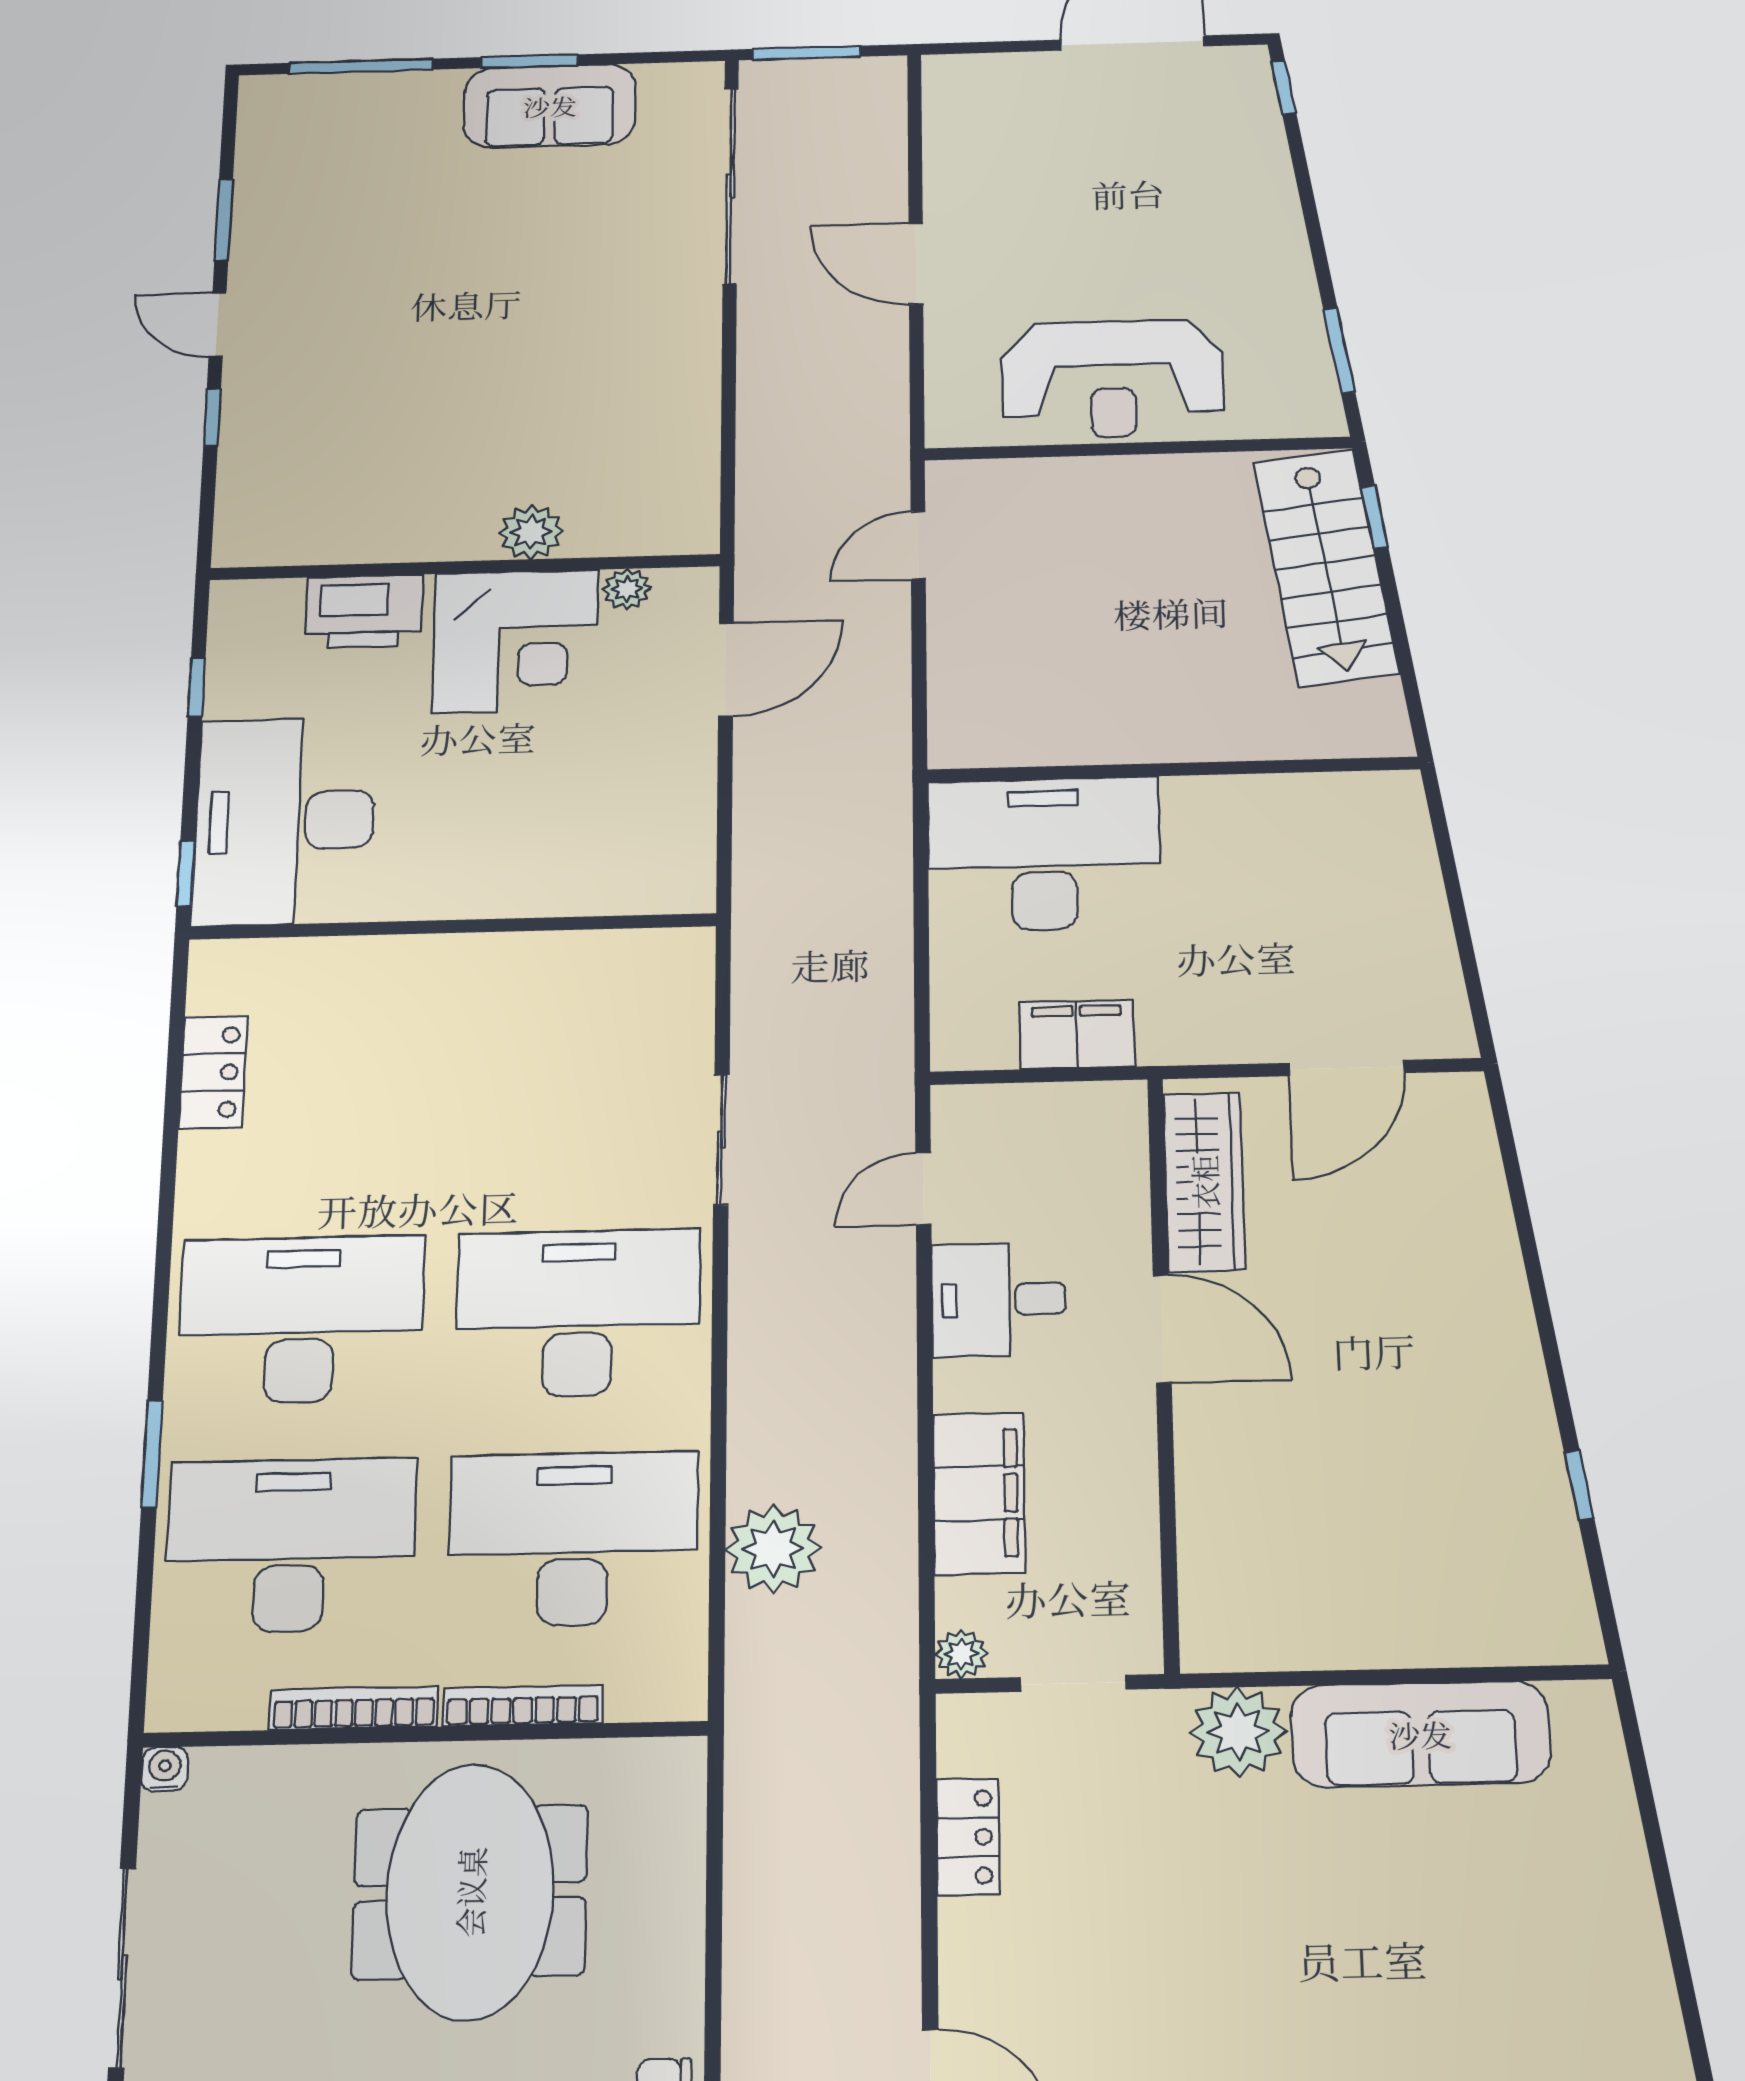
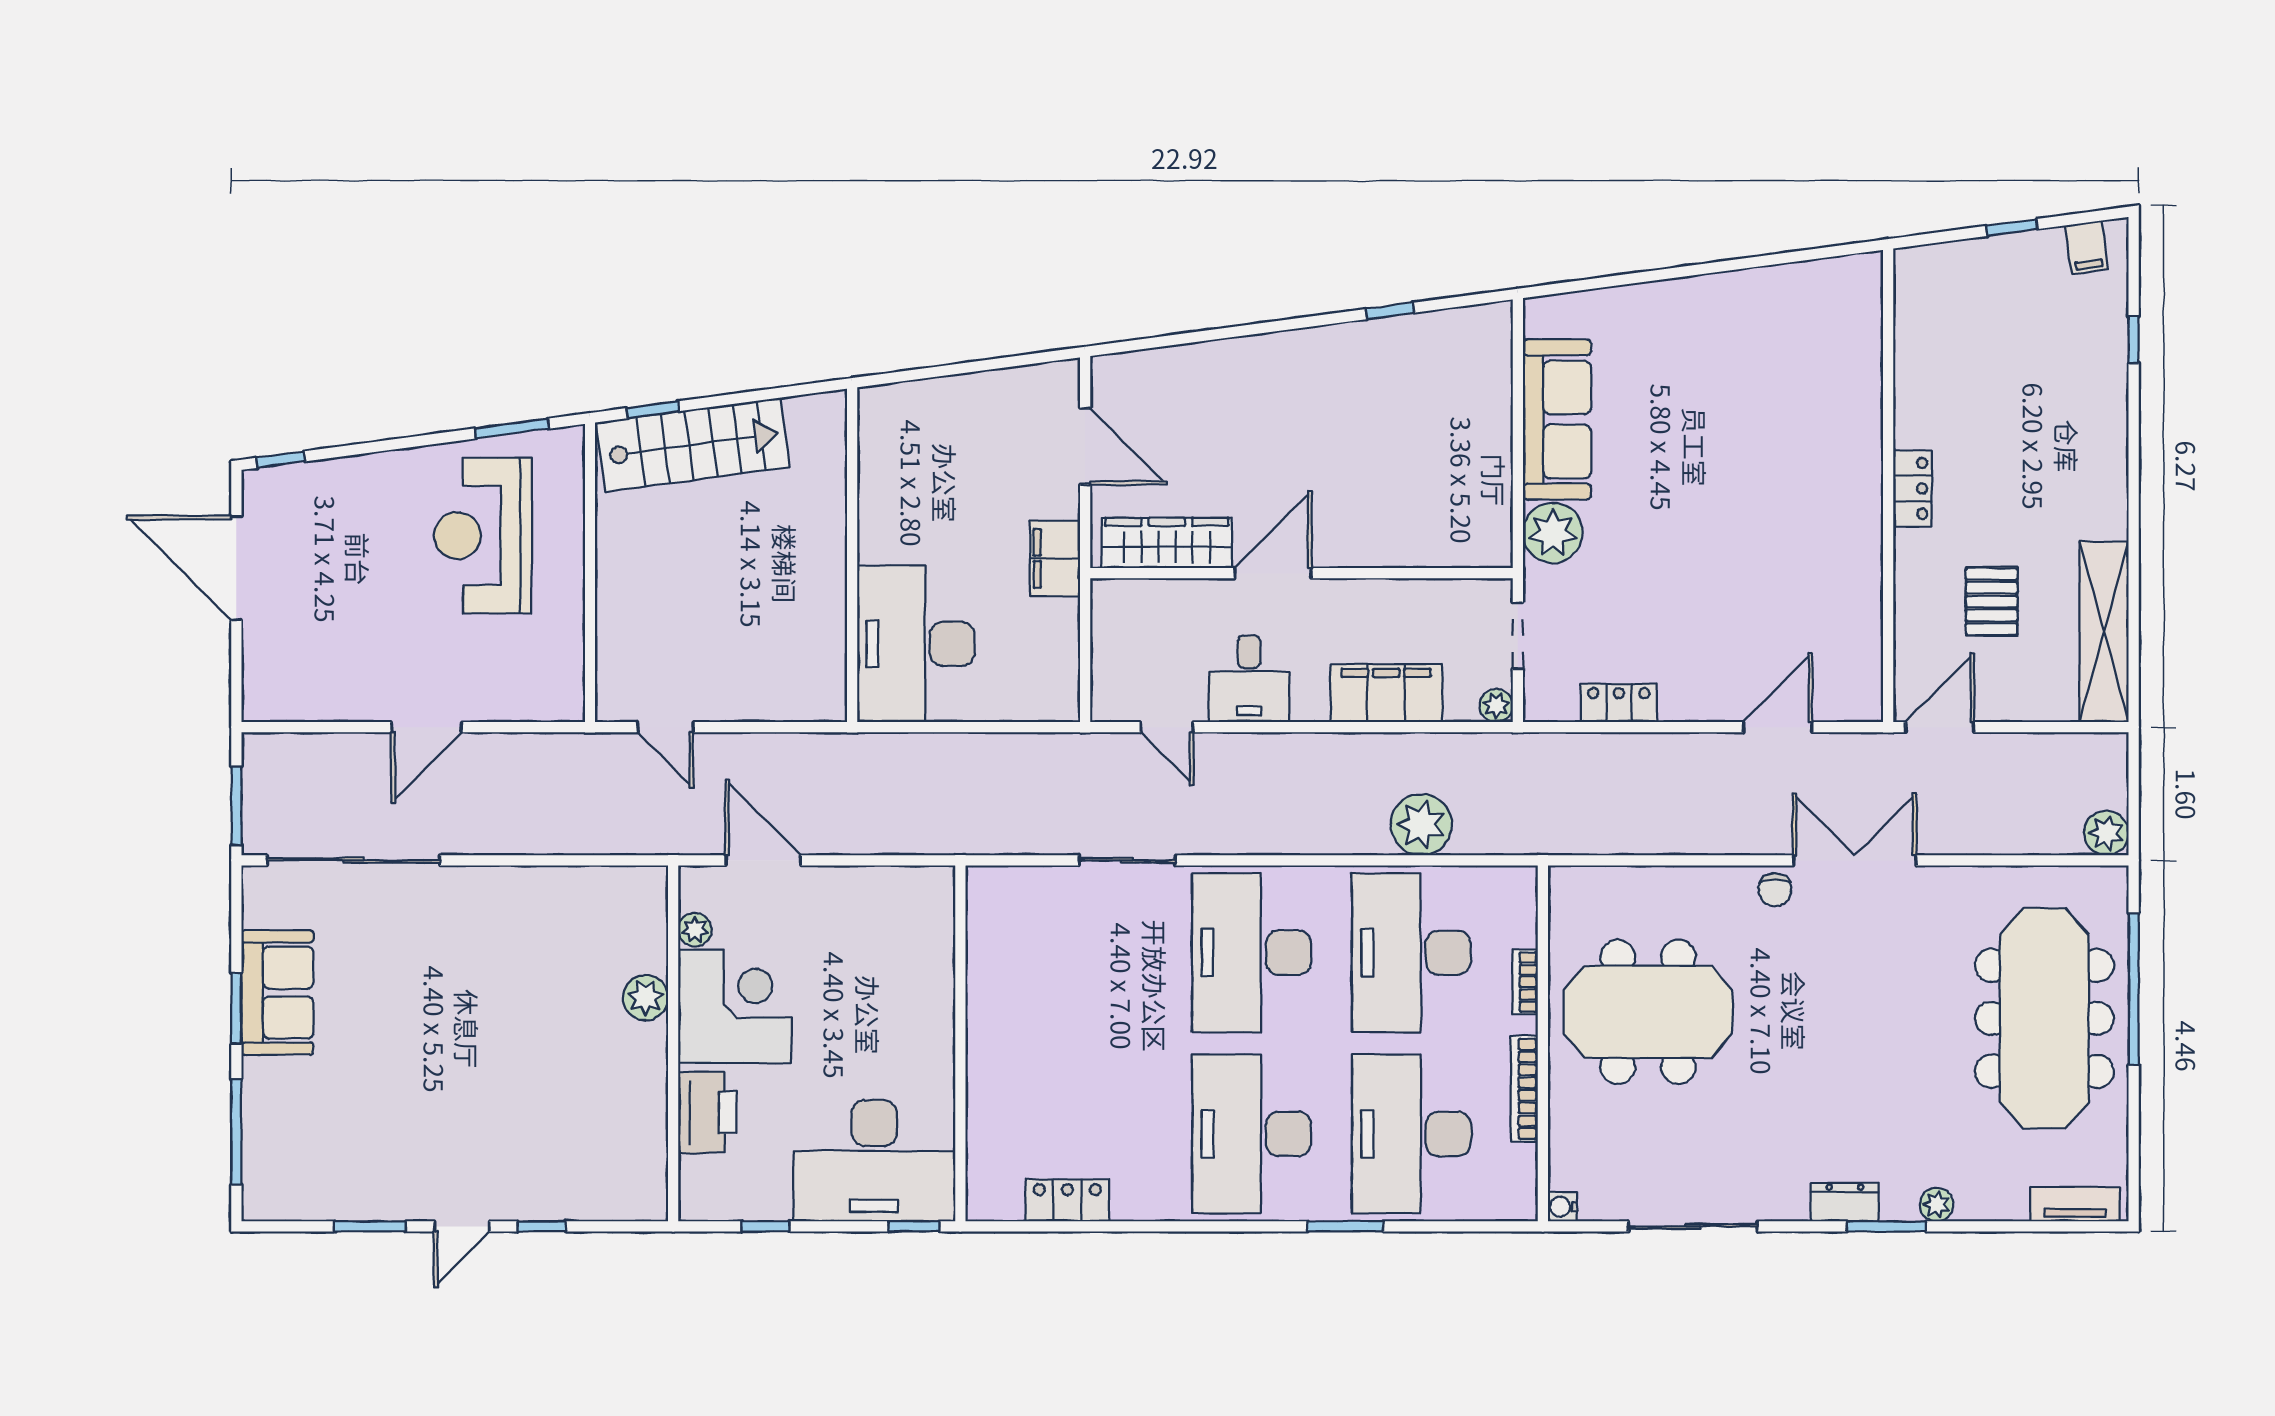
reception desk: (1113, 379) -> (483, 536), moved, turned 180
filing cabinet: (1077, 1034) -> (1055, 558), moved
bookcase: (523, 1706) -> (1525, 982), width x0.64

